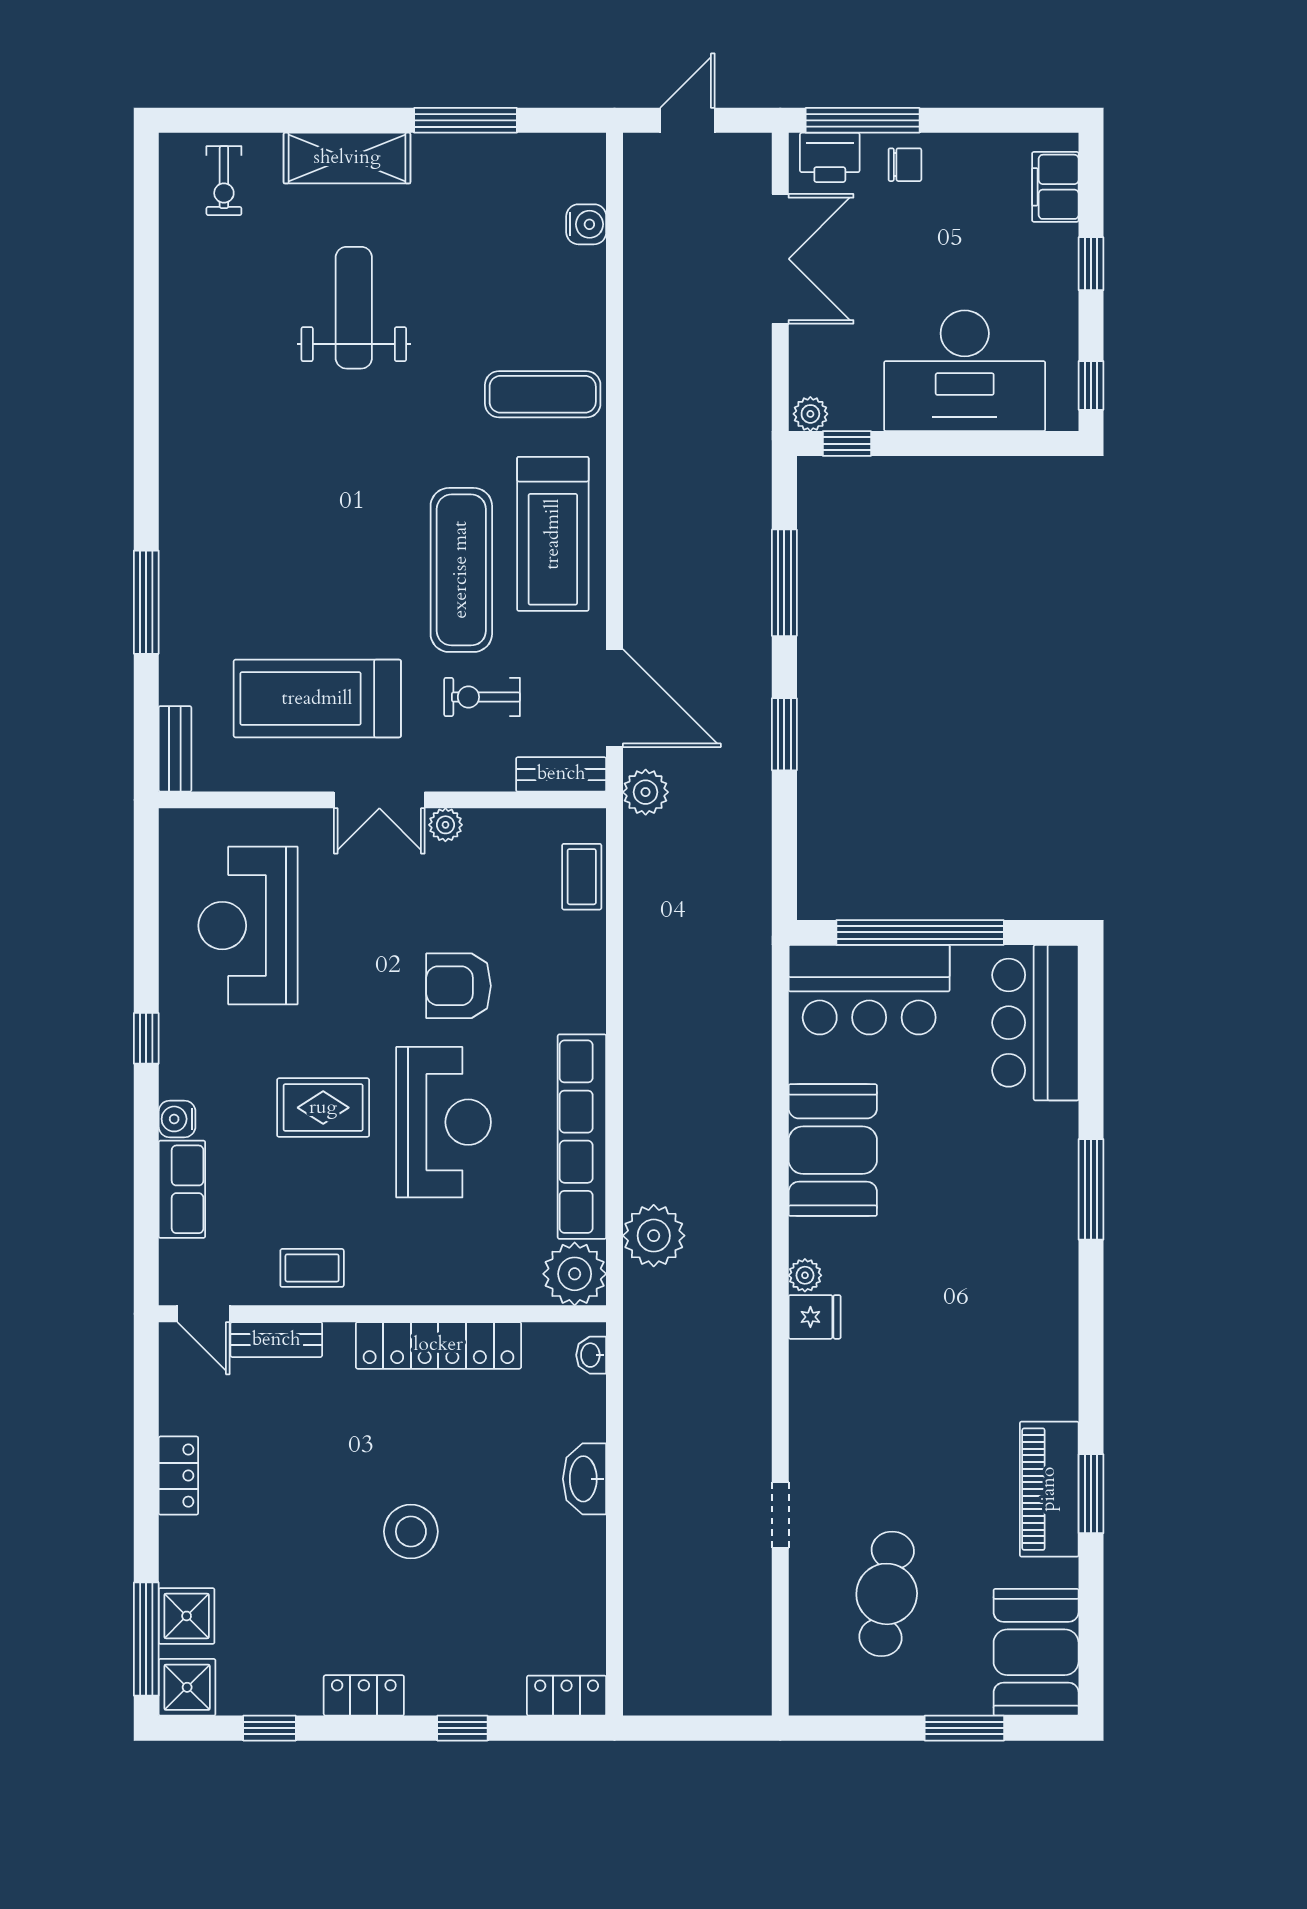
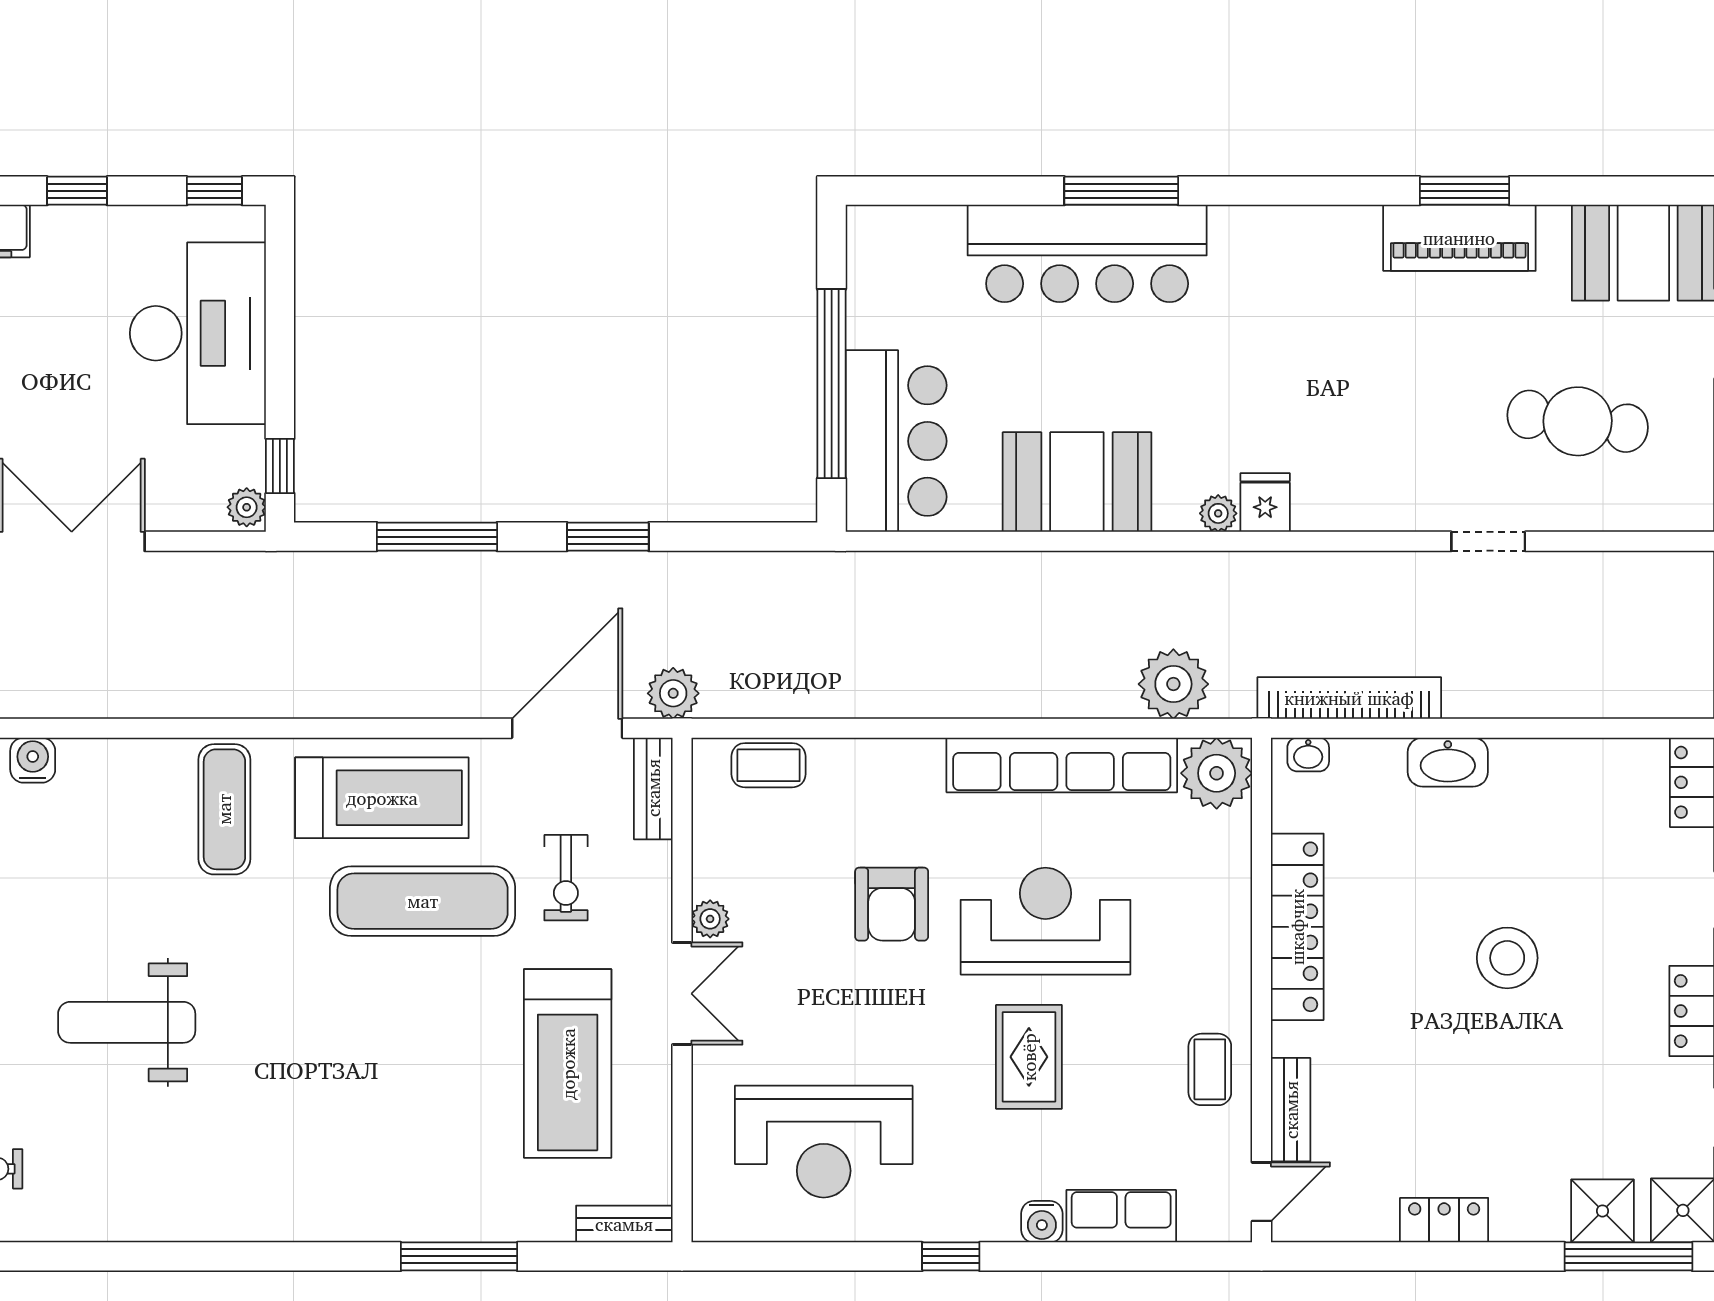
bar counter: (1035, 1023) -> (1087, 253), moved, width x1.36
bookcase: (641, 1391) -> (1349, 698), added

